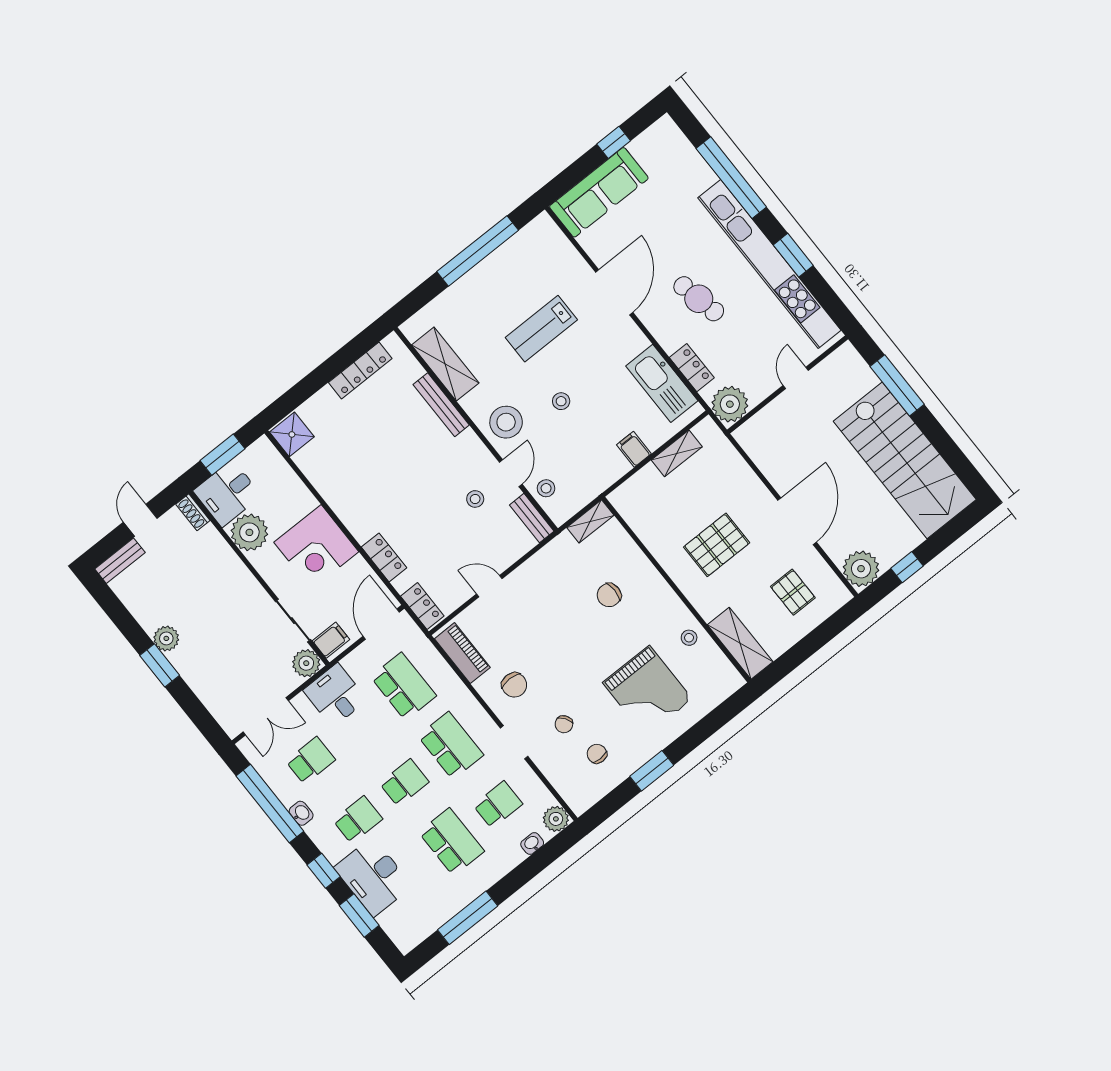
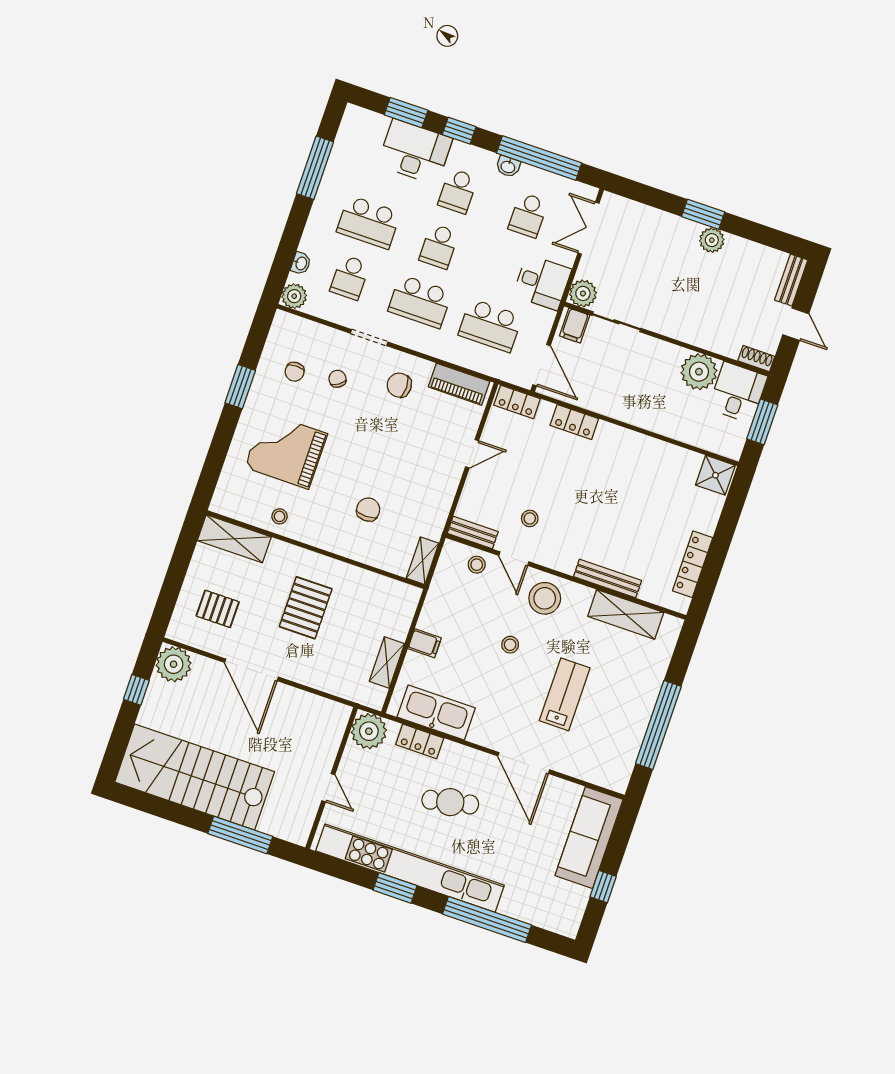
corner desk: (316, 547) -> (636, 395), removed
chair: (597, 754) -> (295, 372), turned 90

